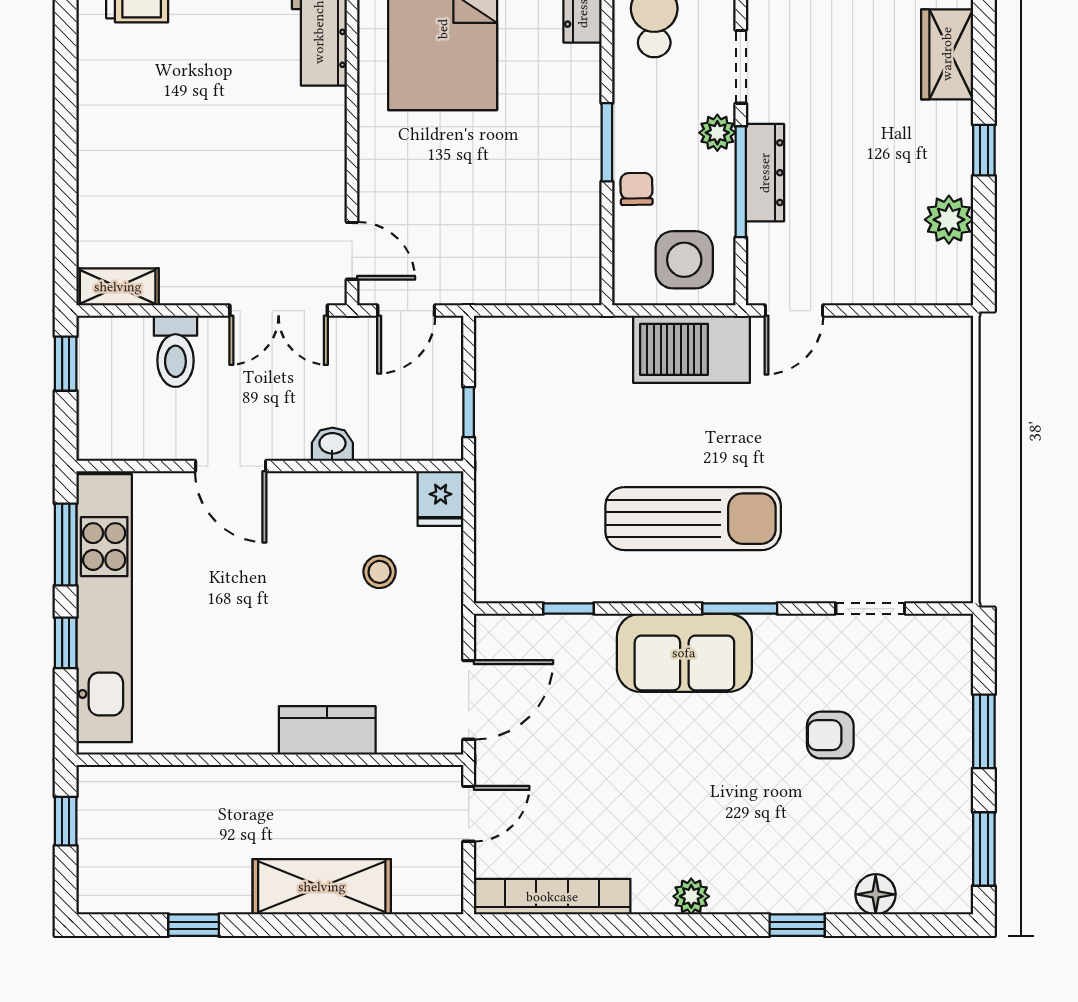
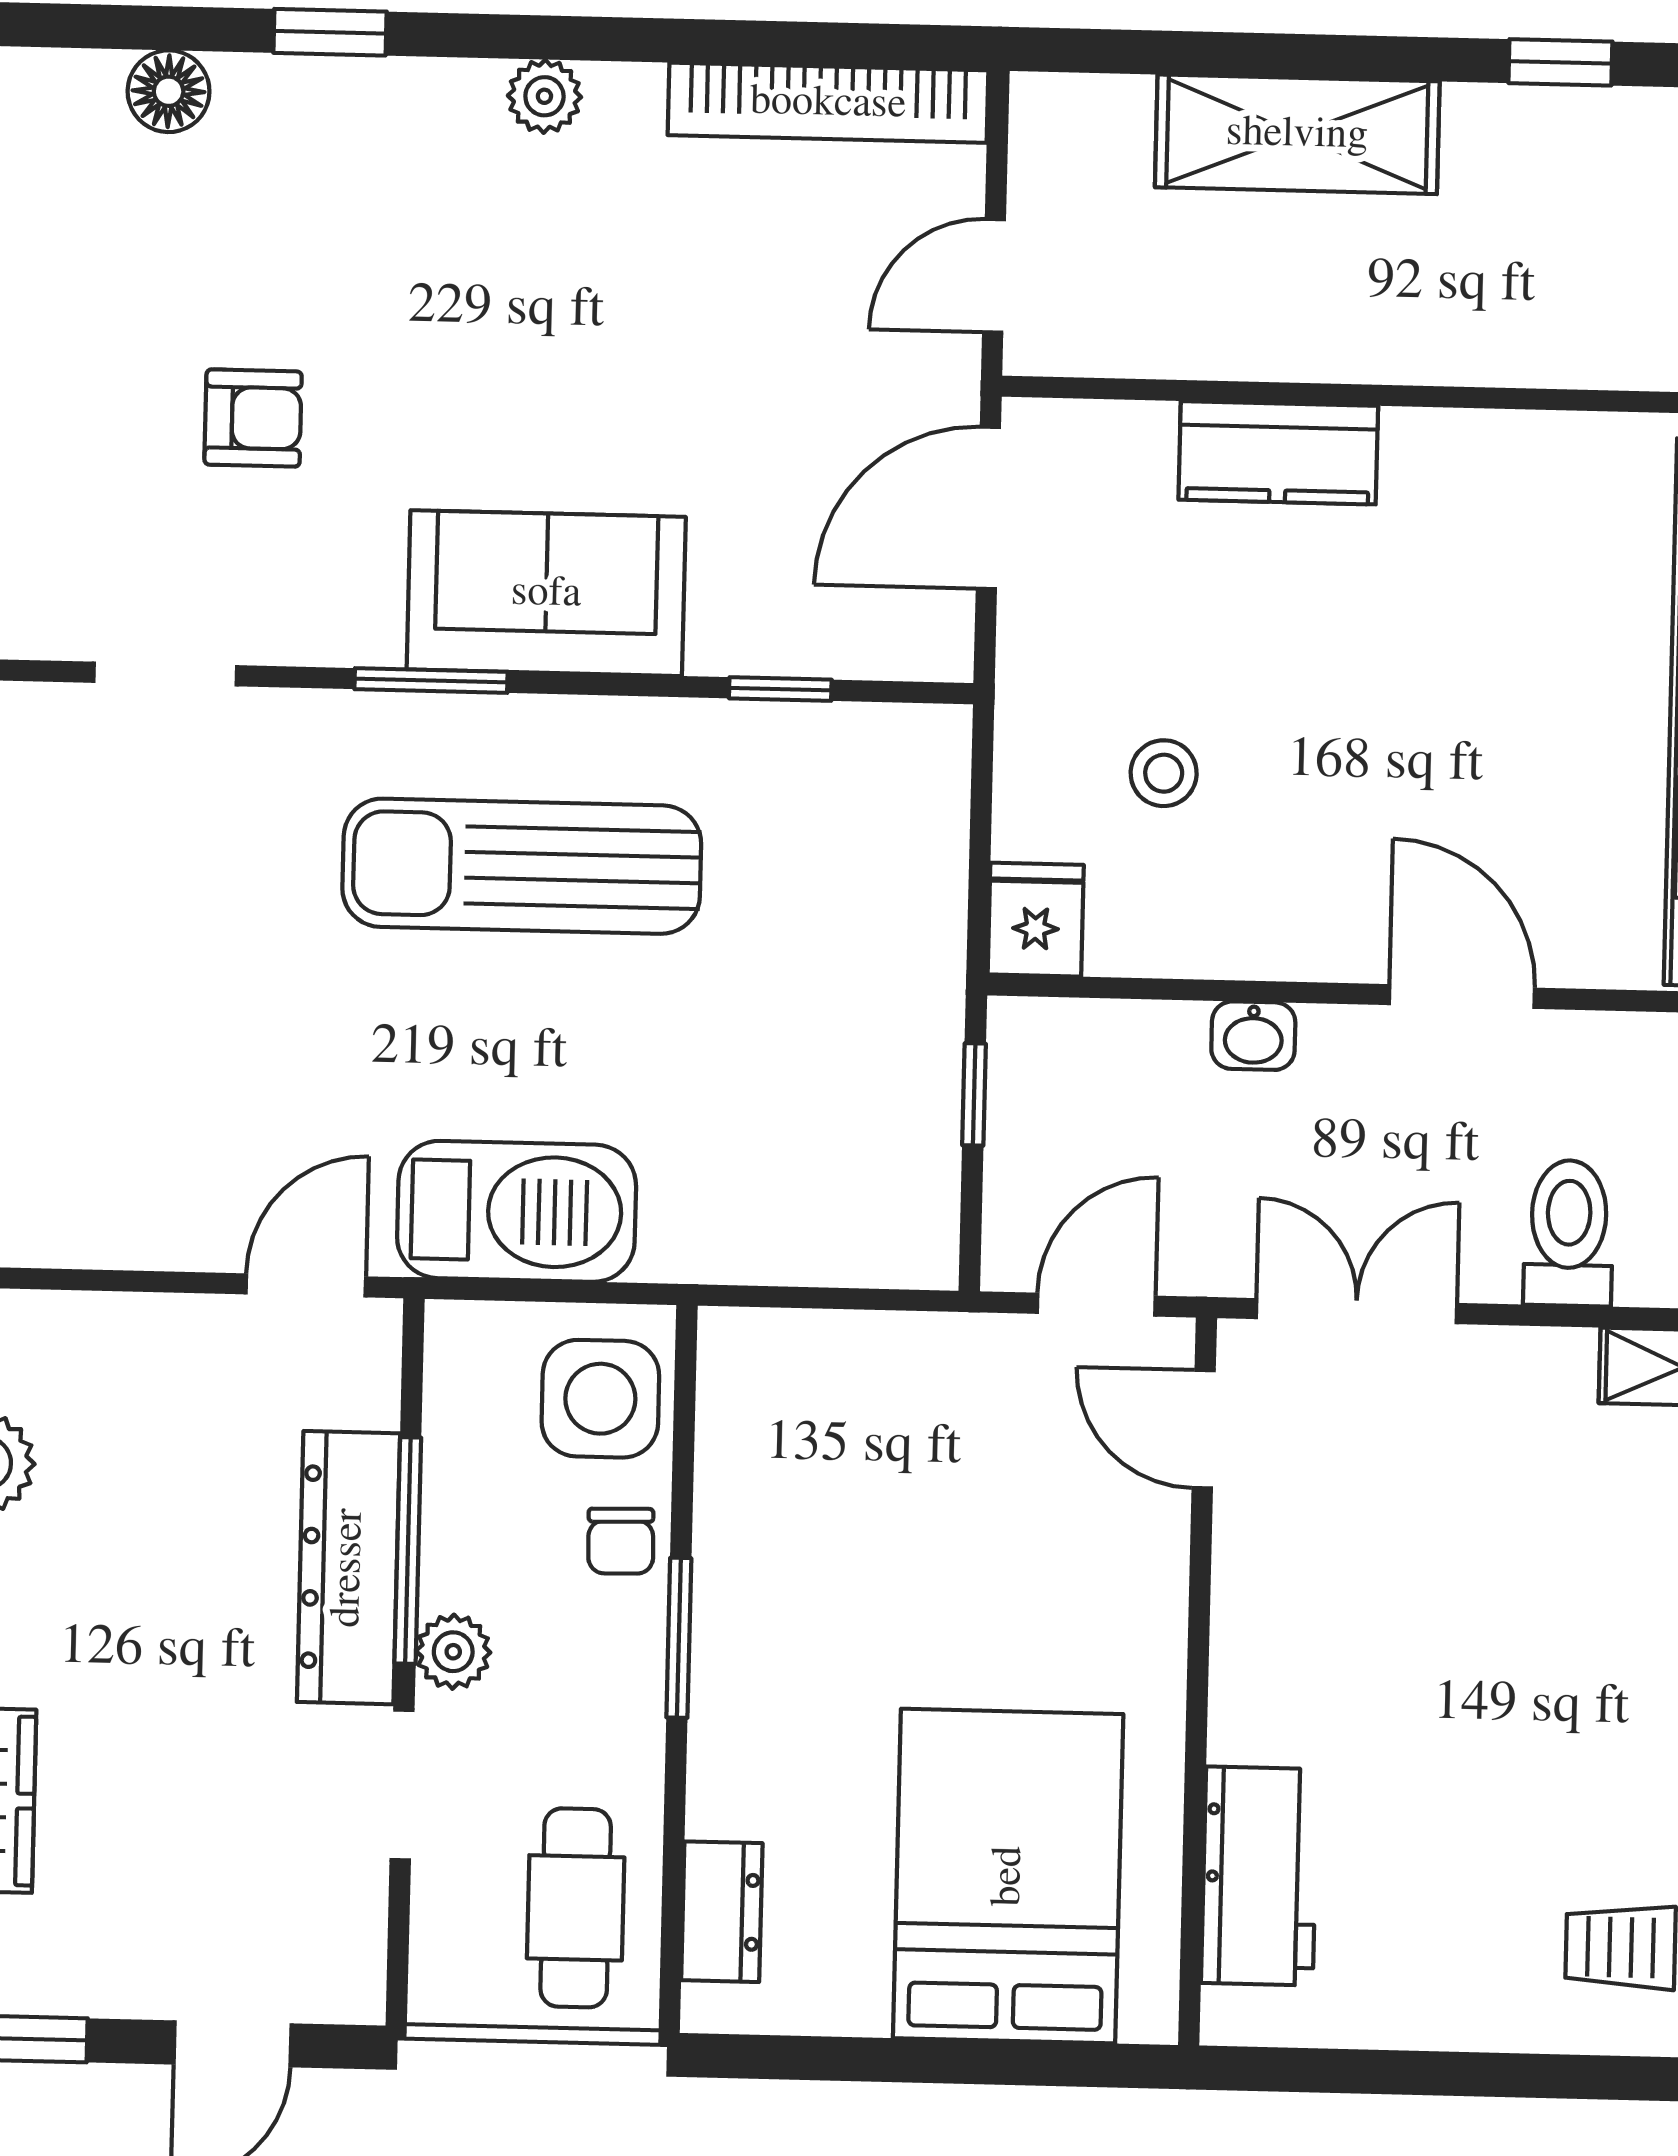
dresser: (765, 173) -> (348, 1568), width x1.37, depth x1.24
side table: (684, 260) -> (600, 1399), moved

